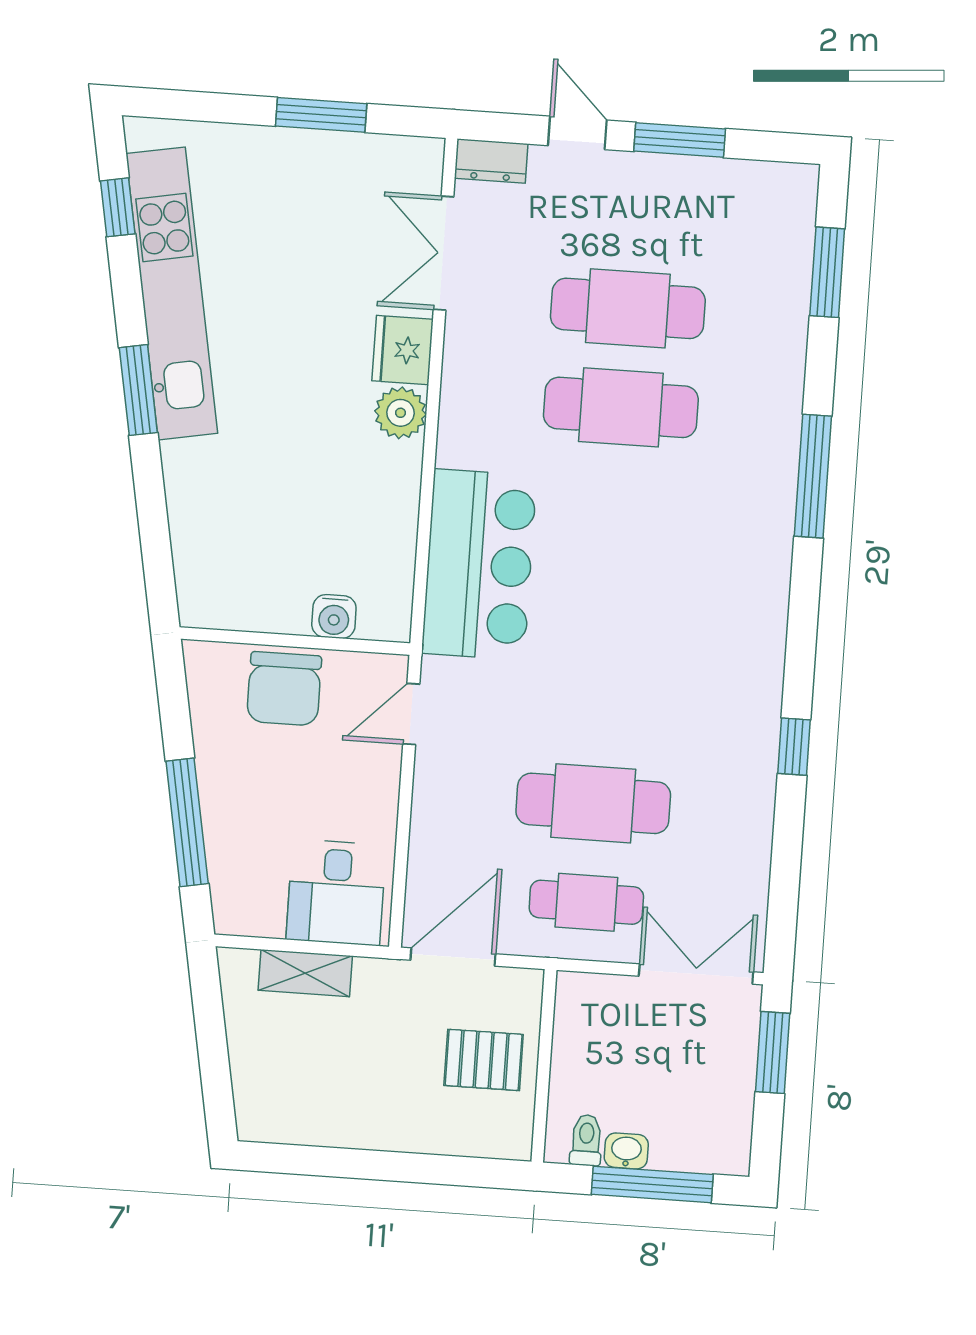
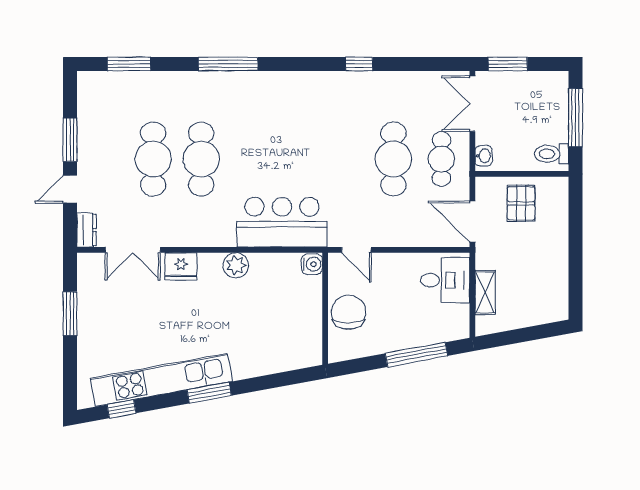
plant: (401, 413) -> (236, 265), moved
water cooler: (334, 616) -> (312, 264), moved
chair: (284, 689) -> (348, 312), turned -90
toilet: (586, 1140) -> (552, 154), width x1.37, depth x1.39
washbasin: (626, 1151) -> (484, 156), moved, turned 180

